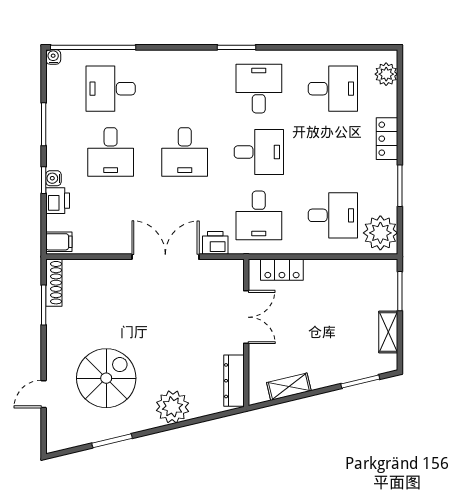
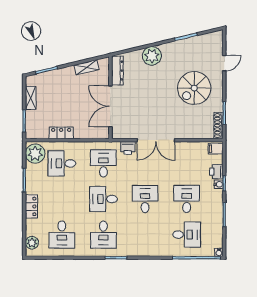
desk: (333, 89) -> (62, 235), turned -90
locker: (282, 270) -> (61, 133), moved
double door: (246, 317) -> (110, 106), width x1.37
spiral stairs: (106, 378) -> (194, 88), moved

